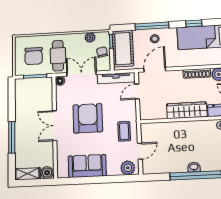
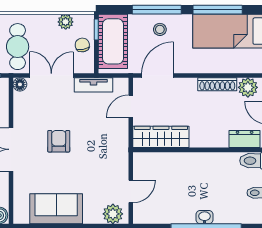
window: (194, 23) -> (218, 10), width x2.17
tv unit: (116, 78) -> (93, 85), width x0.71
wardrobe: (187, 110) -> (161, 137), moved
armchair: (88, 118) -> (59, 141), width x0.53, depth x0.53
coffee table: (124, 131) -> (110, 162), removed

